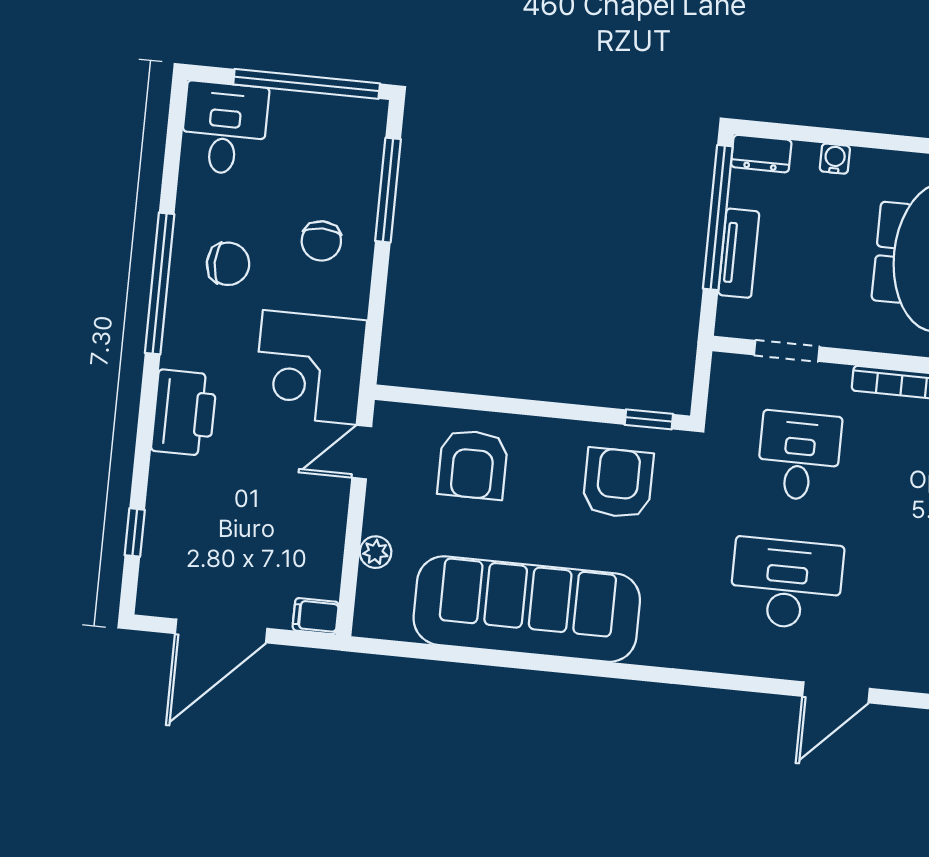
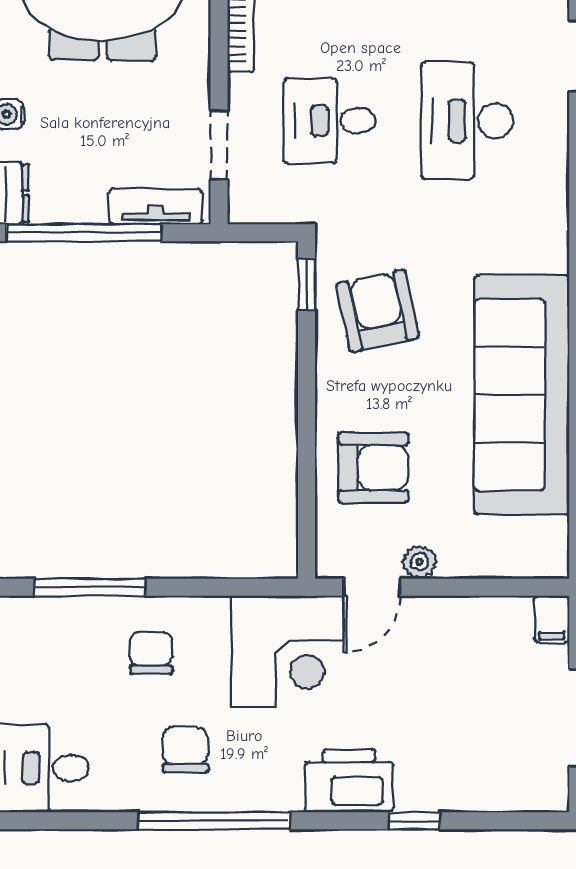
chair: (321, 241) -> (151, 653), turned -90
tv unit: (739, 253) -> (156, 207), moved
door: (362, 452) -> (372, 587), hinge flipped
armchair: (618, 483) -> (378, 311), turned 78
window: (135, 532) -> (415, 821), moved
plant: (376, 552) -> (420, 562), moved

